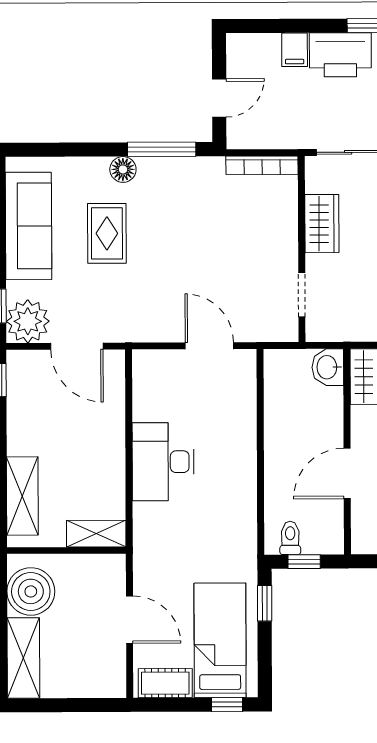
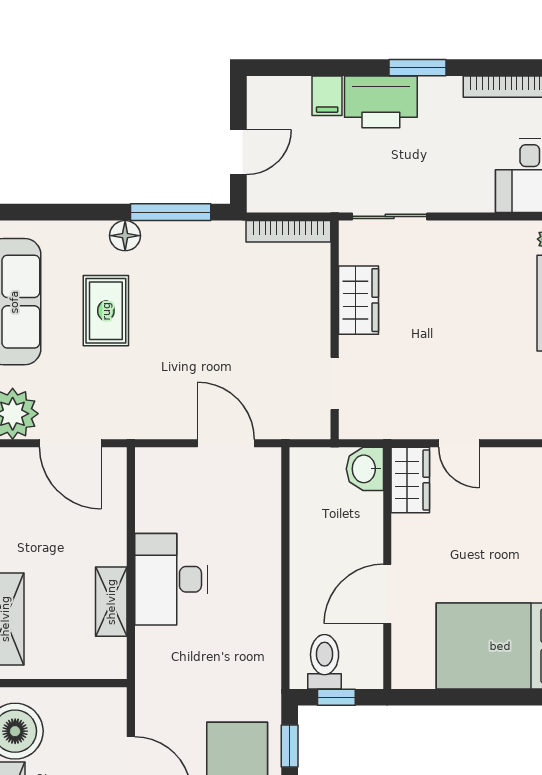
shelving: (96, 534) -> (111, 602), moved, turned 90
toilet: (290, 538) -> (325, 662), width x1.37, depth x1.39

